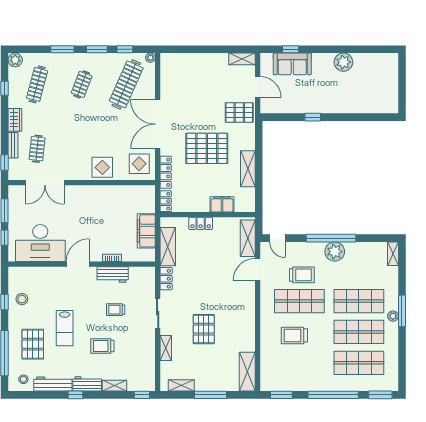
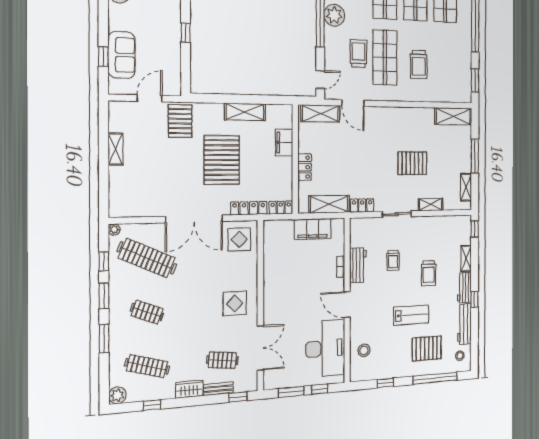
shelving: (242, 59) -> (116, 149), moved
display table: (102, 167) -> (235, 303), moved
stool: (22, 299) -> (364, 350), moved

